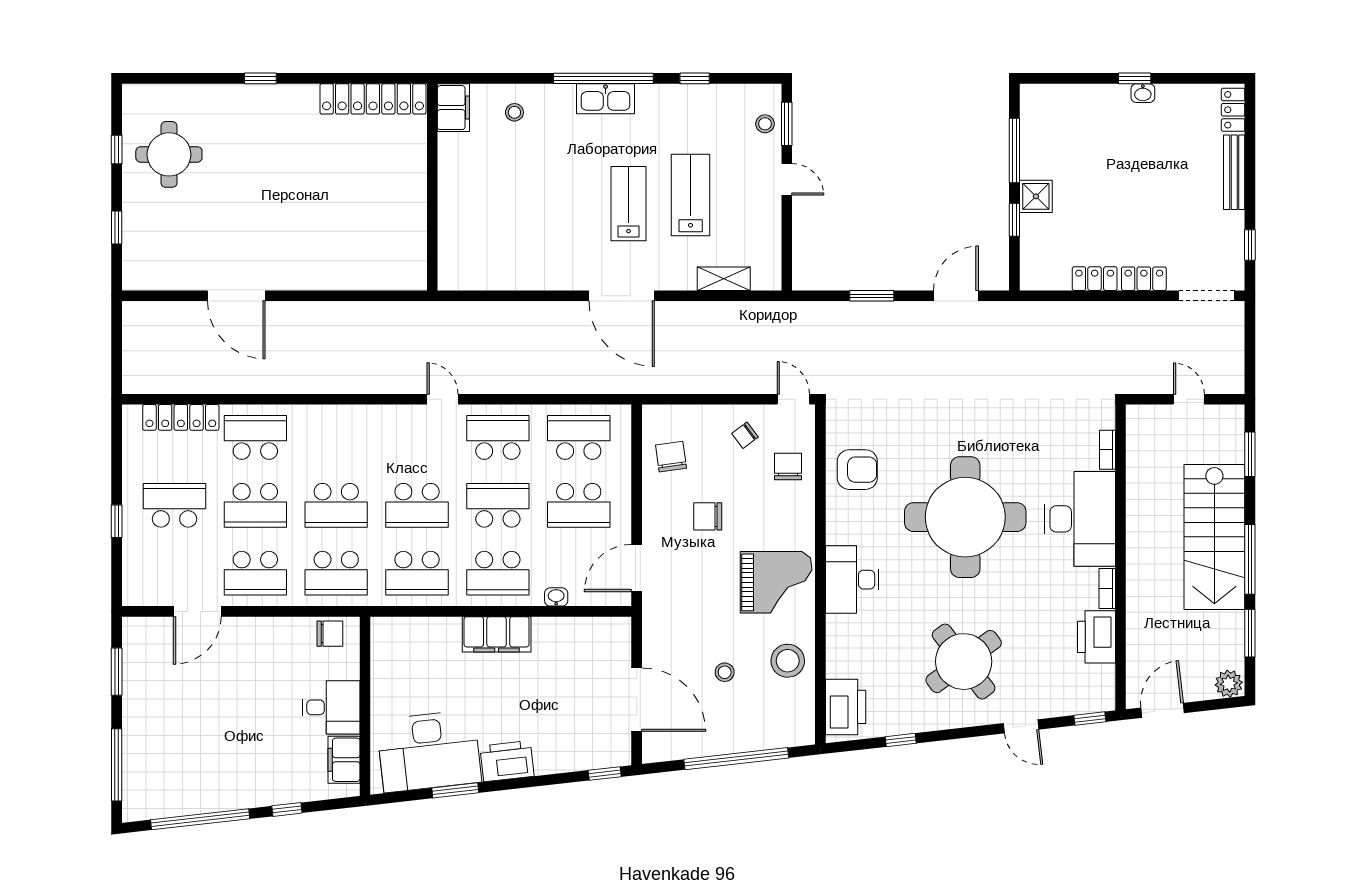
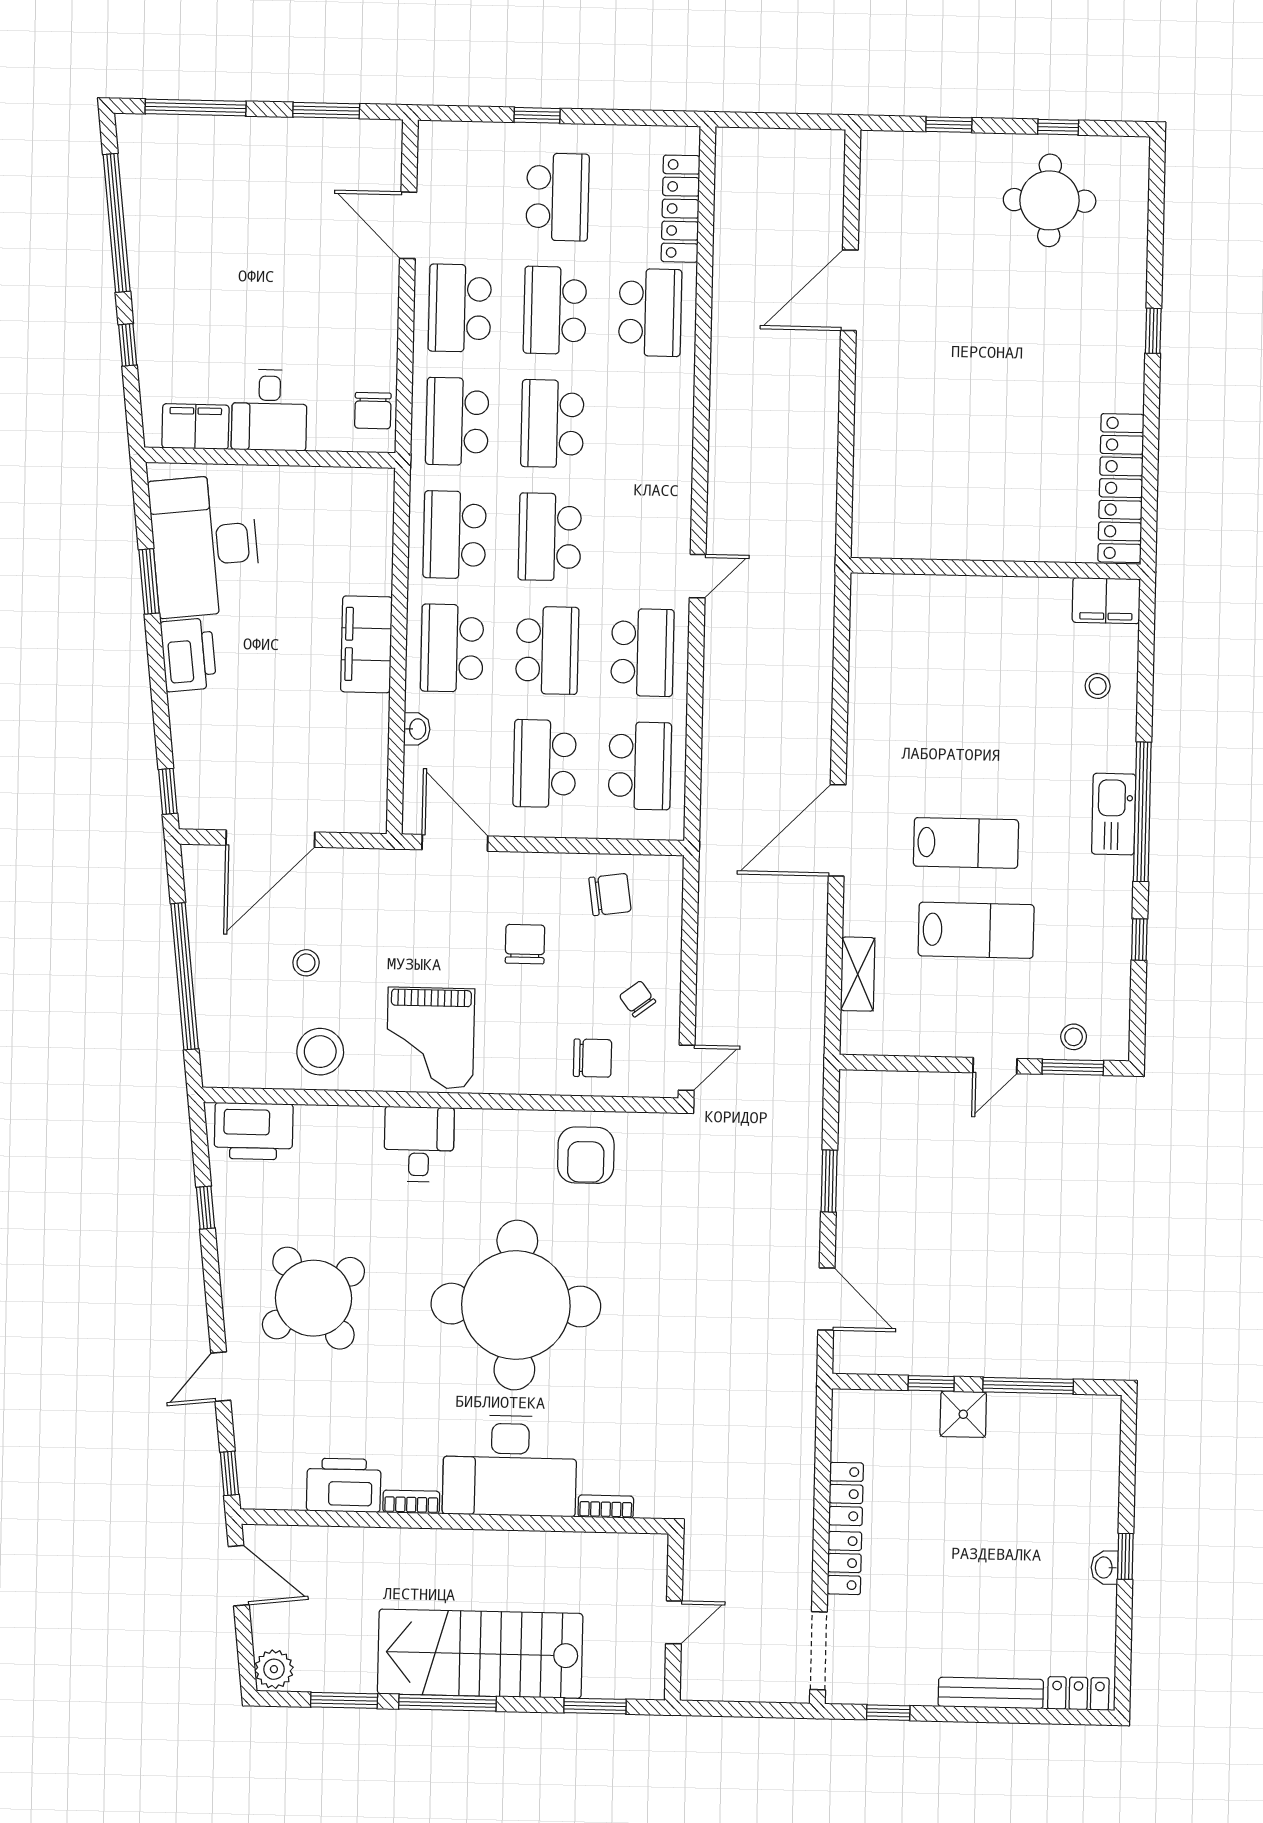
desk: (852, 580) -> (419, 1144), width x0.73

